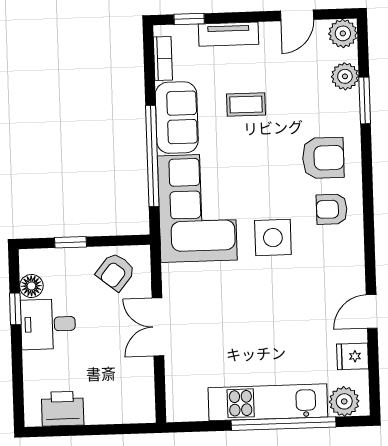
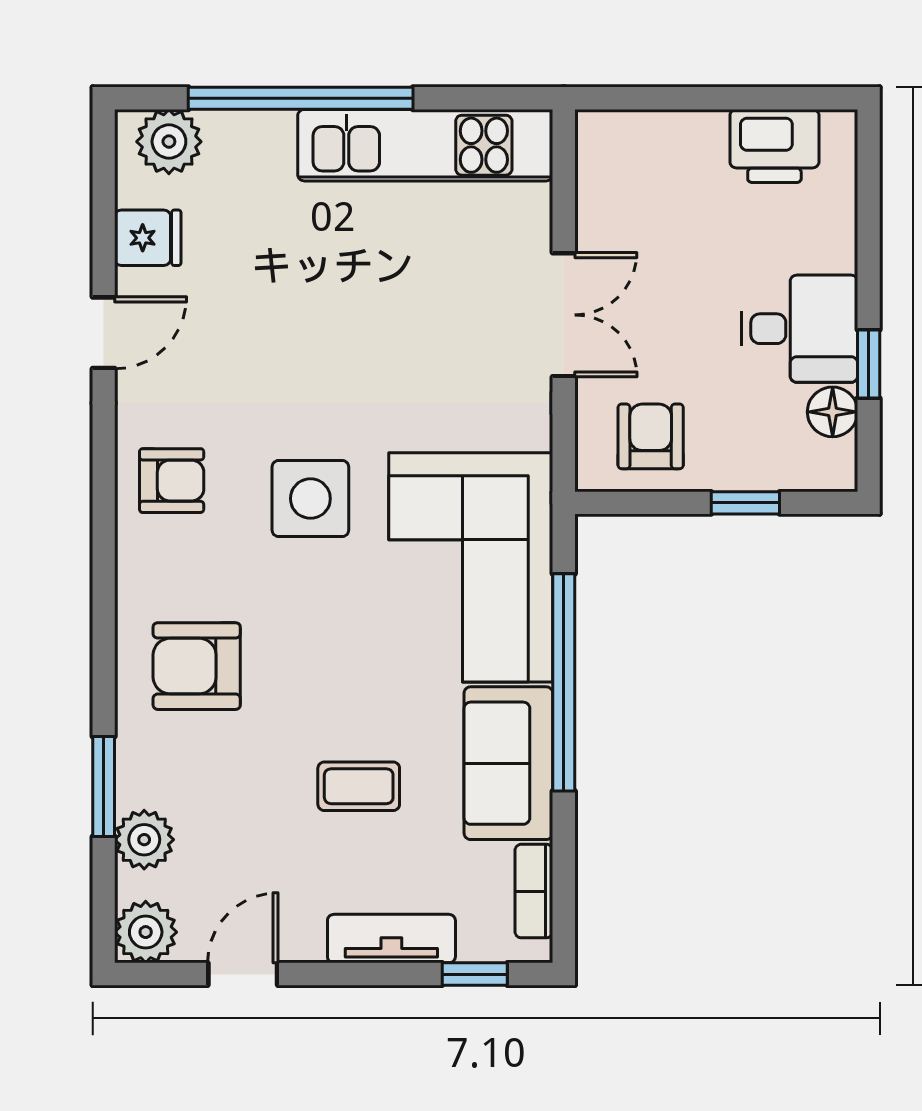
armchair: (332, 209) -> (172, 481), moved
armchair: (116, 272) -> (651, 436), turned -39
kitchen unit: (268, 402) -> (425, 145), moved

